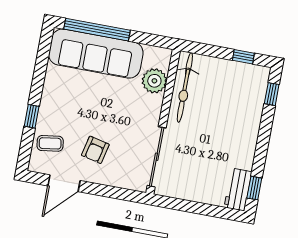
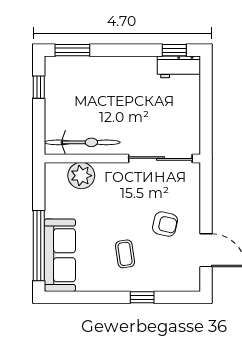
sofa: (96, 54) -> (60, 255), width x0.74, depth x0.79
window: (272, 94) -> (72, 50), width x1.50
coffee table: (50, 143) -> (125, 254), moved

